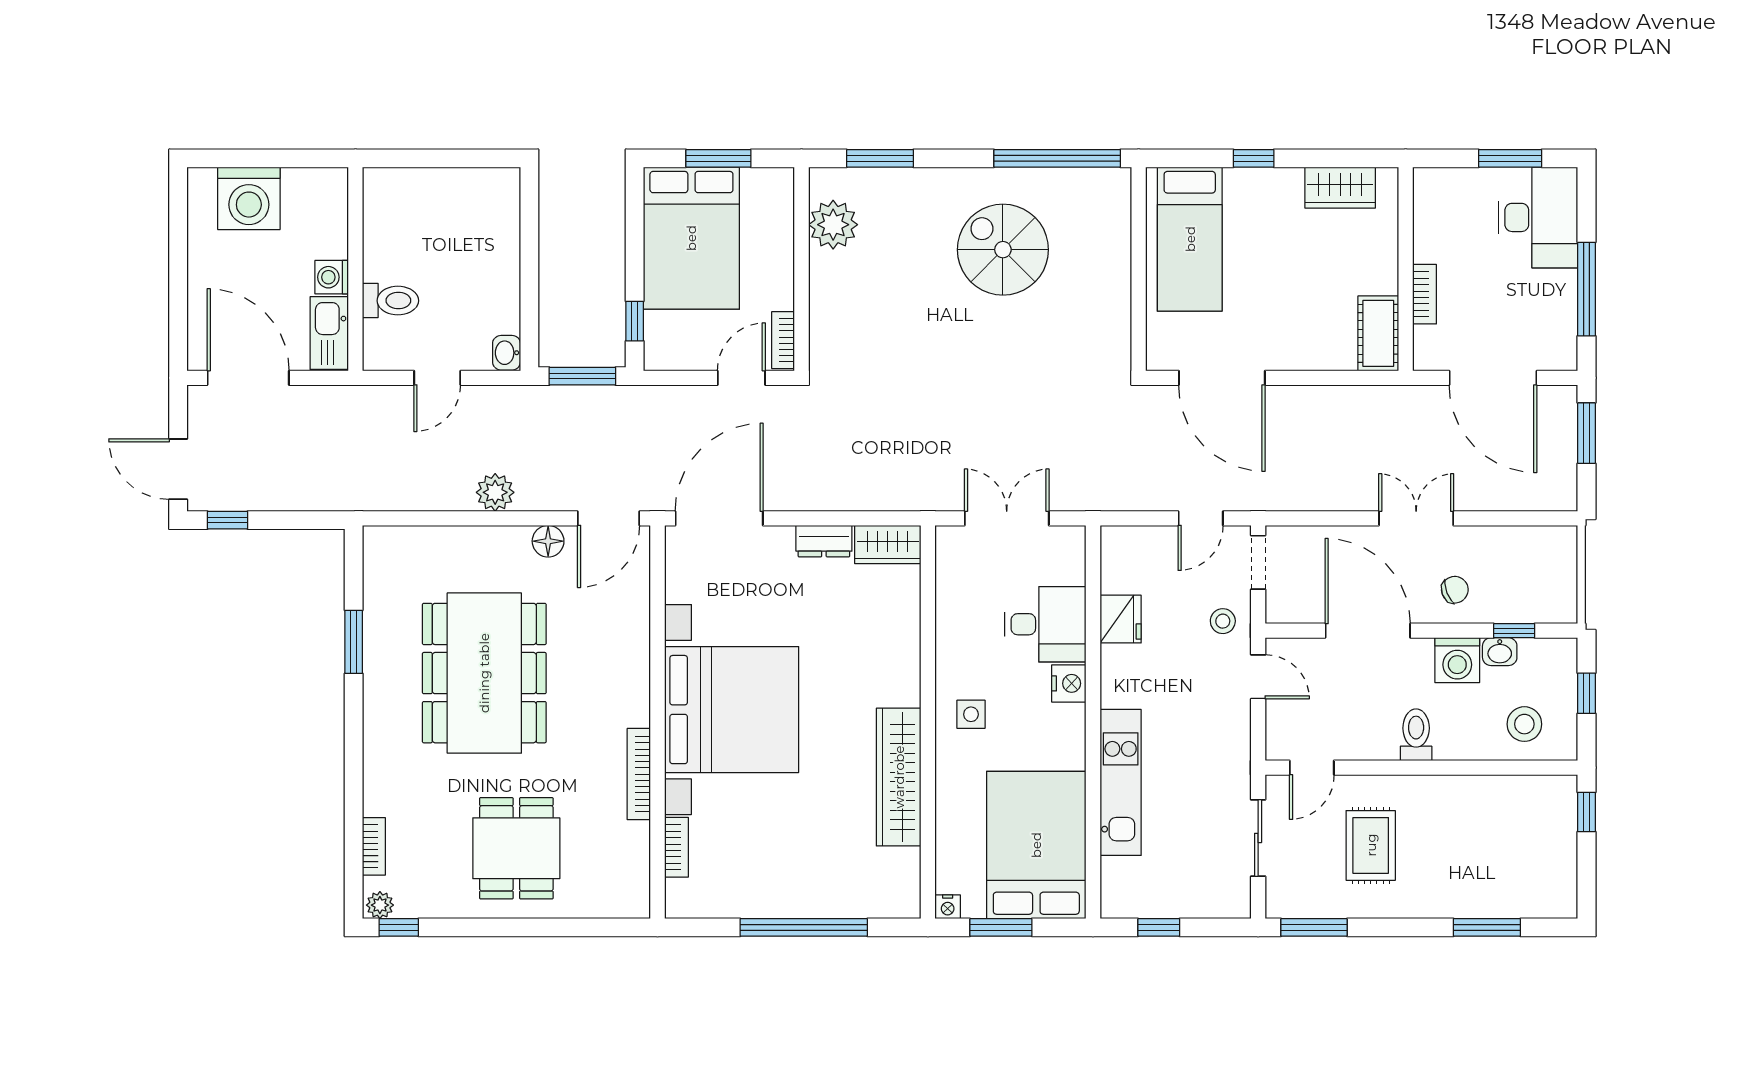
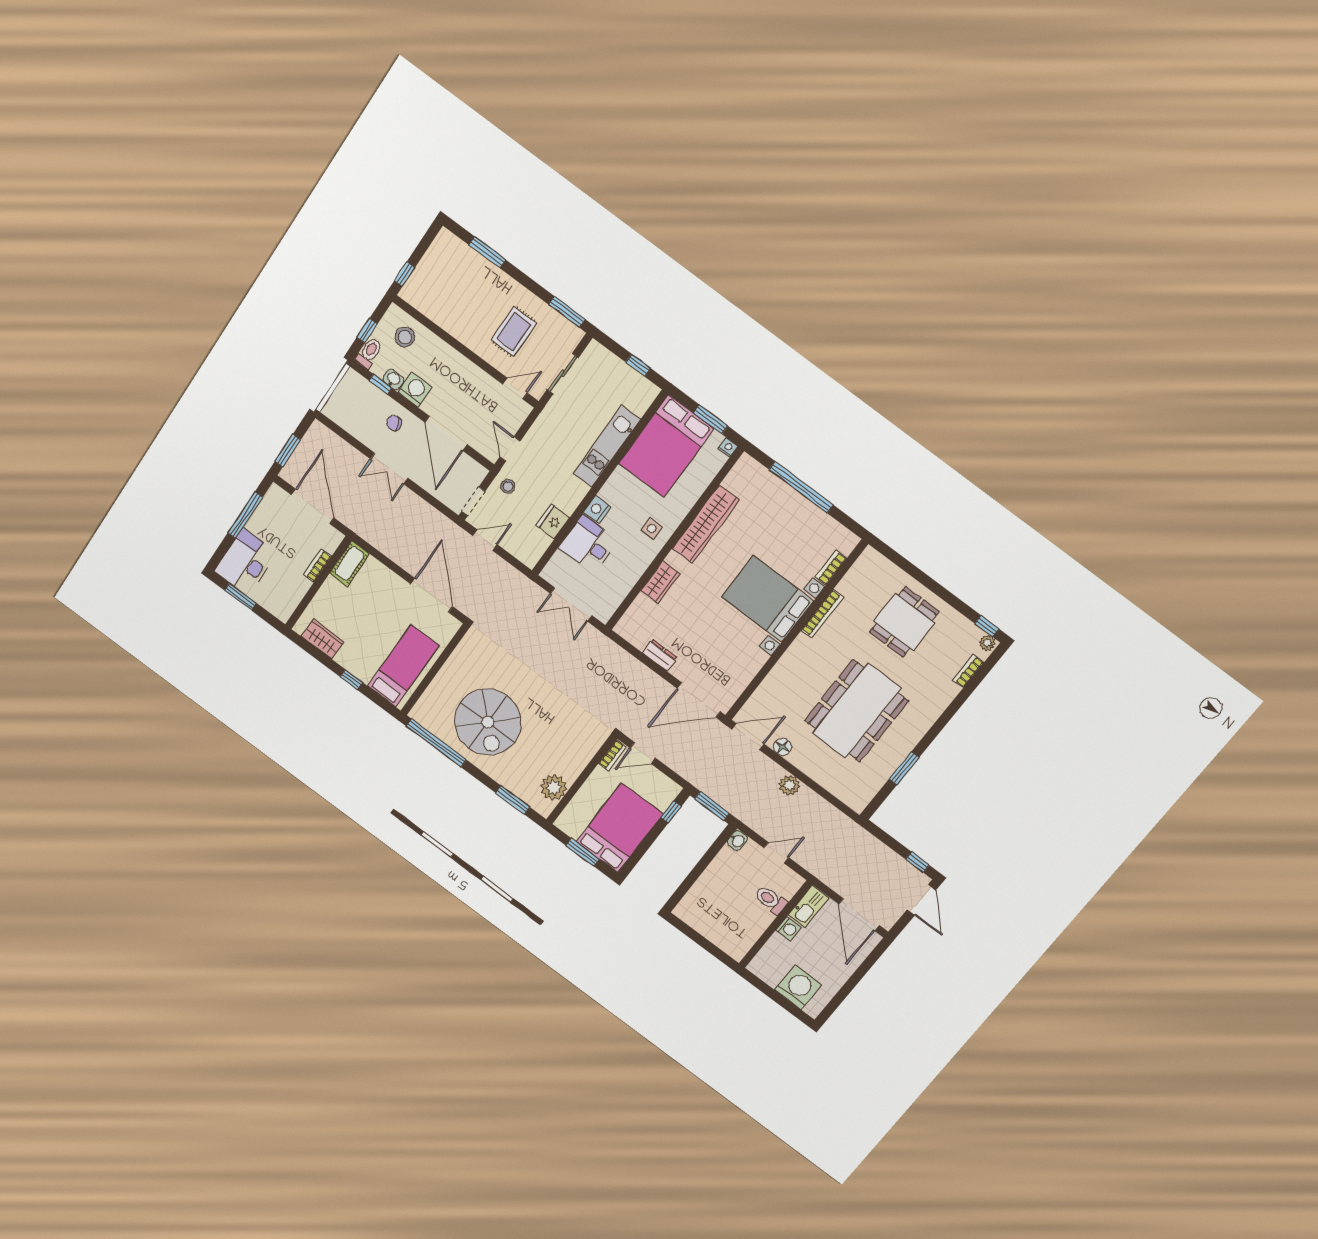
spiral stairs: (1003, 250) -> (488, 722), width x1.37, depth x1.37
wardrobe: (888, 545) -> (660, 582), moved, turned 90
bed with nightstands: (732, 710) -> (768, 599), width x0.73
toilet: (1416, 735) -> (369, 353), moved, turned 180

